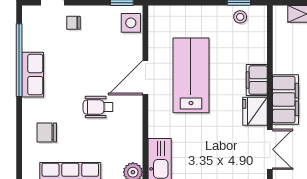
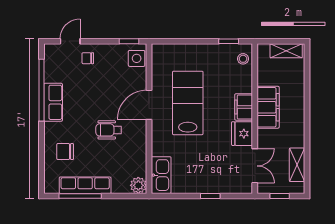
stool: (240, 17) -> (243, 59), moved
filing cabinet: (286, 99) -> (268, 107), moved

